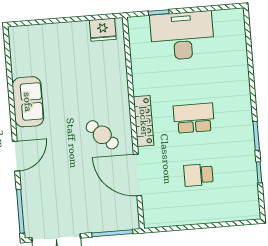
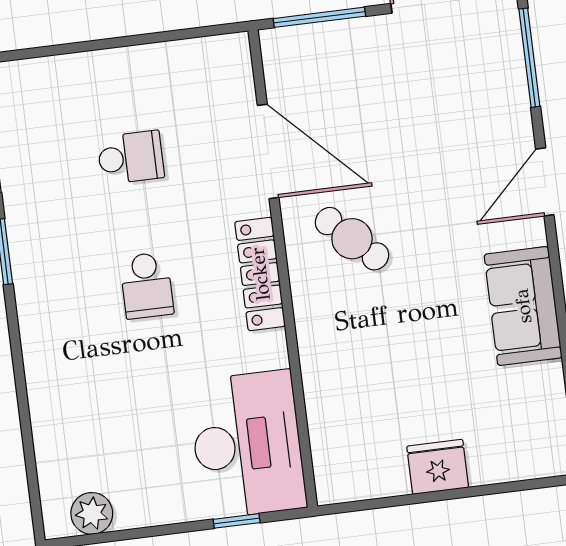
plant: (222, 18) -> (92, 513), added
fridge: (103, 30) -> (438, 467), moved
desk: (182, 36) -> (247, 444), moved, turned -90
school desk: (194, 118) -> (147, 285), width x0.54

